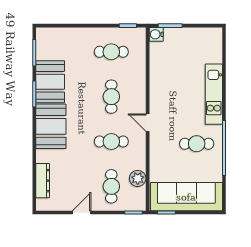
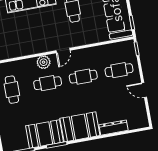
cafe table: (111, 141) -> (83, 77), turned 90
plant: (138, 178) -> (44, 62), moved
dresser: (43, 181) -> (114, 128), moved

